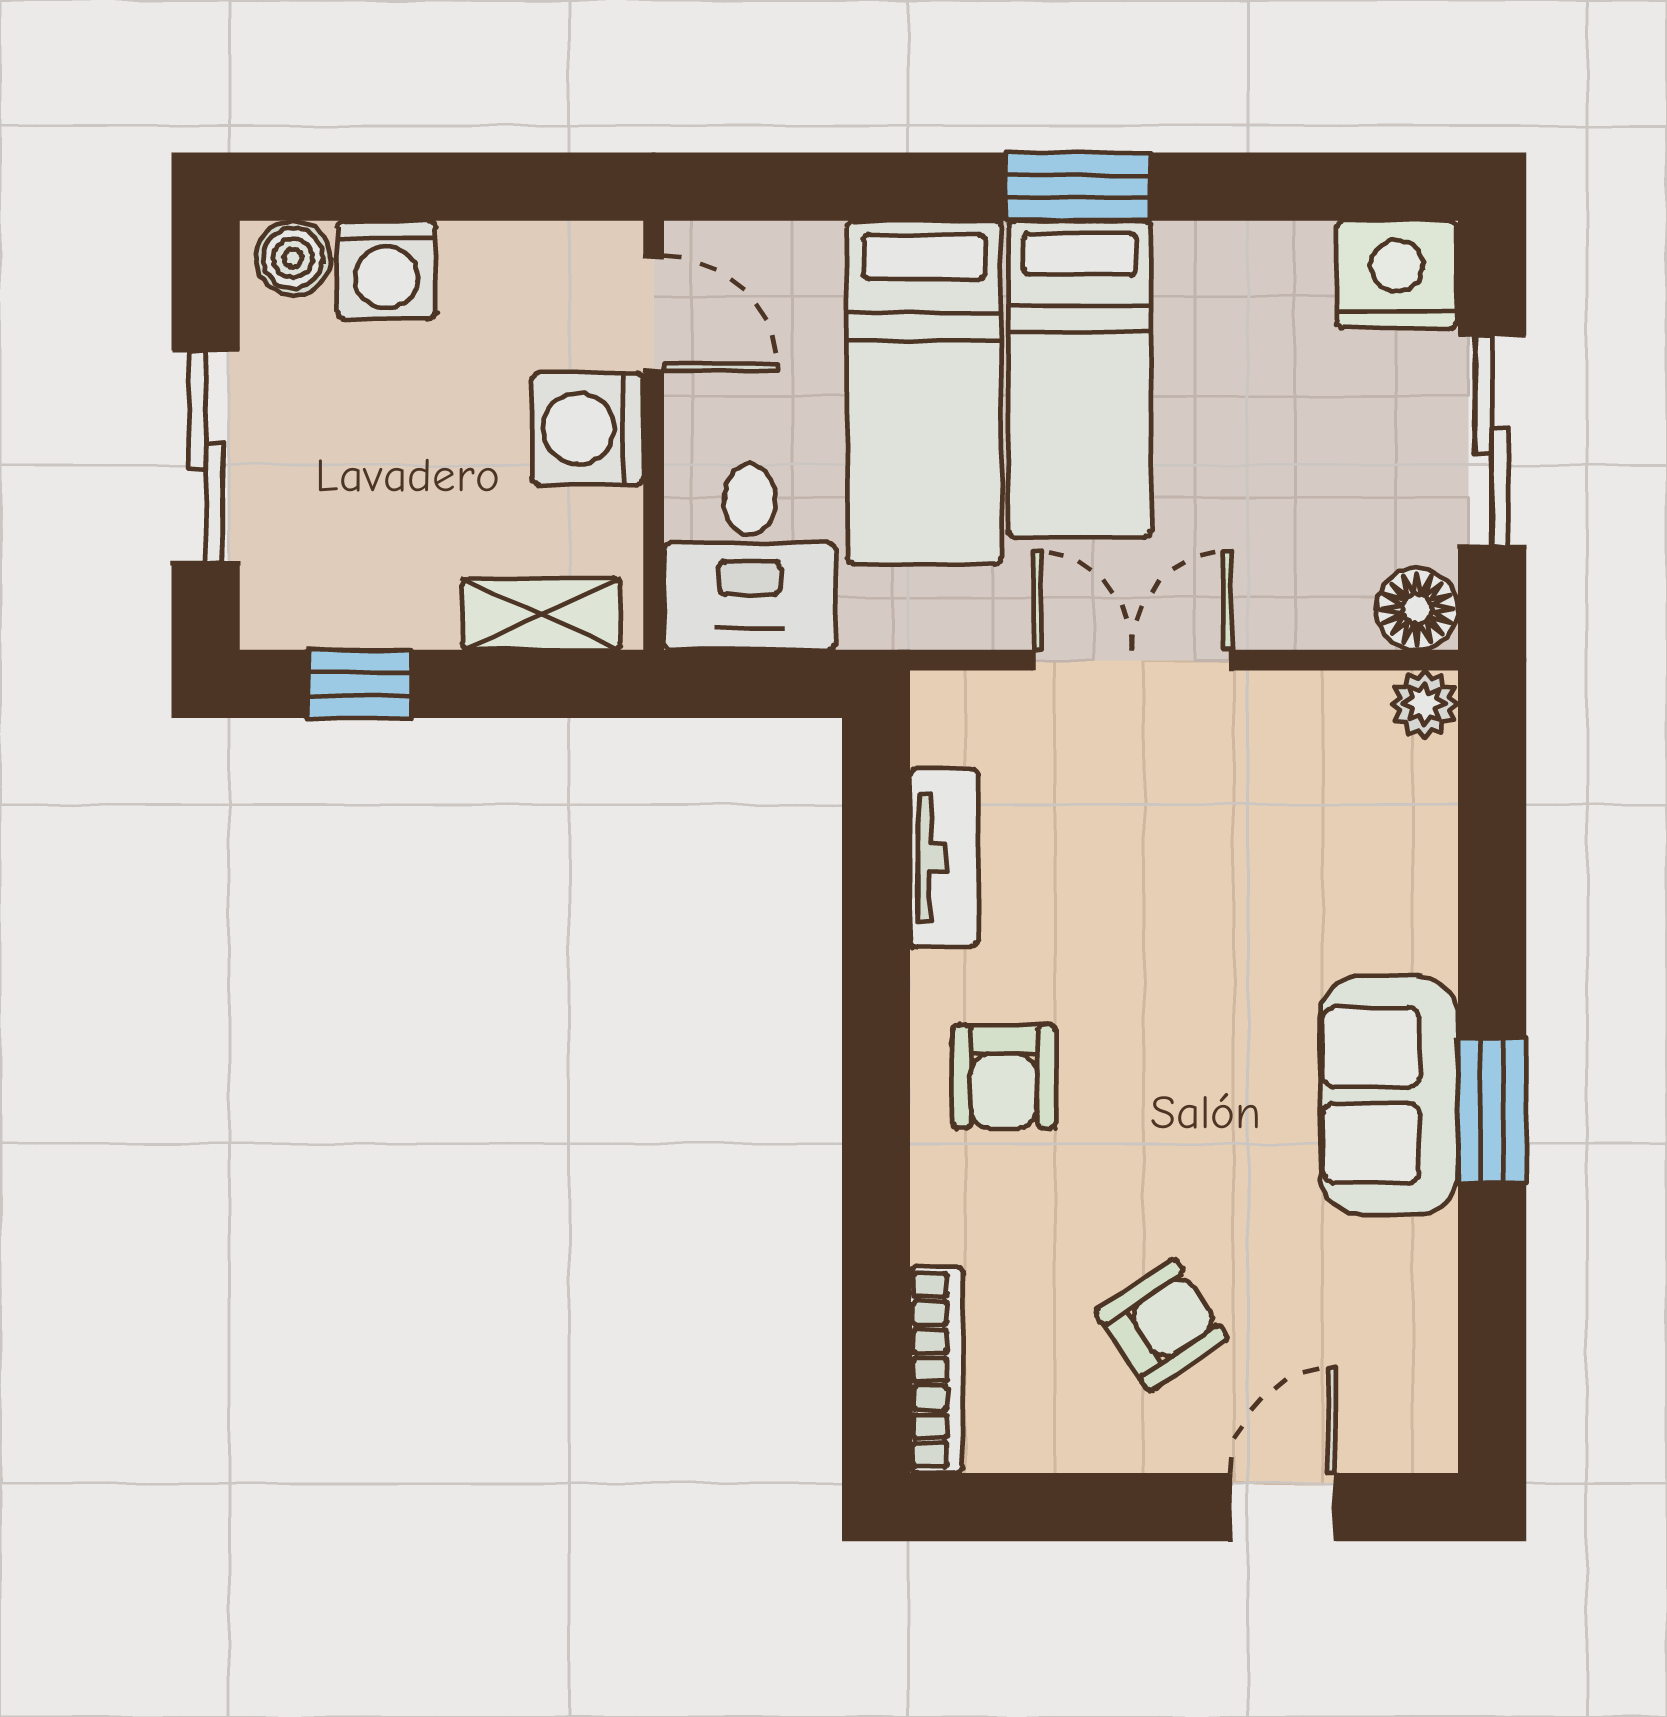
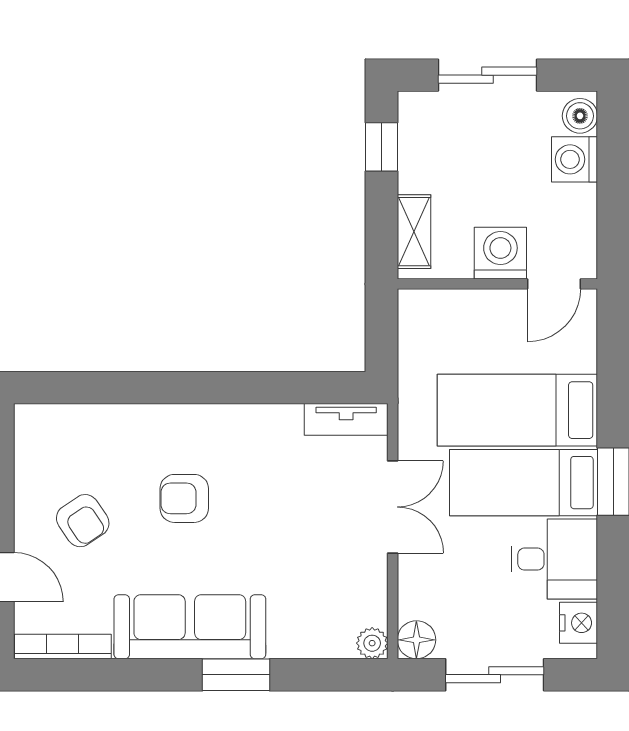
nightstand: (1397, 275) -> (578, 623), width x0.74, depth x0.75
desk: (750, 557) -> (554, 559), moved, turned 180
tv unit: (944, 858) -> (346, 419), moved
armchair: (1004, 1077) -> (184, 498), moved
sofa: (1389, 1095) -> (190, 627), width x1.36
window: (1492, 1111) -> (236, 675), moved
bookcase: (936, 1370) -> (63, 647), moved, turned 180

